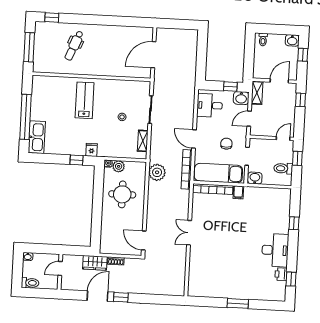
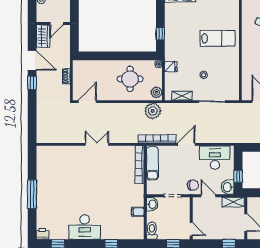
desk: (210, 105) -> (215, 158), width x1.37
chair: (226, 144) -> (193, 185), moved
fridge: (92, 150) -> (171, 67), moved
plant: (119, 166) -> (157, 92), moved
toilet: (283, 168) -> (152, 231), moved
exam couch: (218, 173) -> (152, 163), width x0.73, depth x0.69
filing cabinet: (238, 192) -> (138, 212), moved
wardrobe: (95, 263) -> (43, 36), moved, turned 180
door: (60, 268) -> (57, 24), swing flipped
printer: (281, 274) -> (42, 234), moved
window: (238, 303) -> (32, 194), width x1.44

